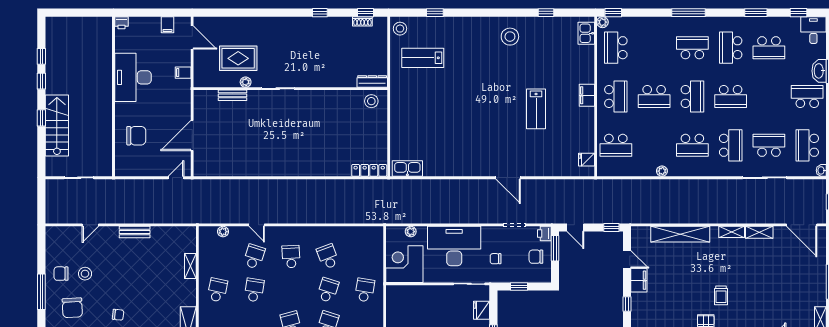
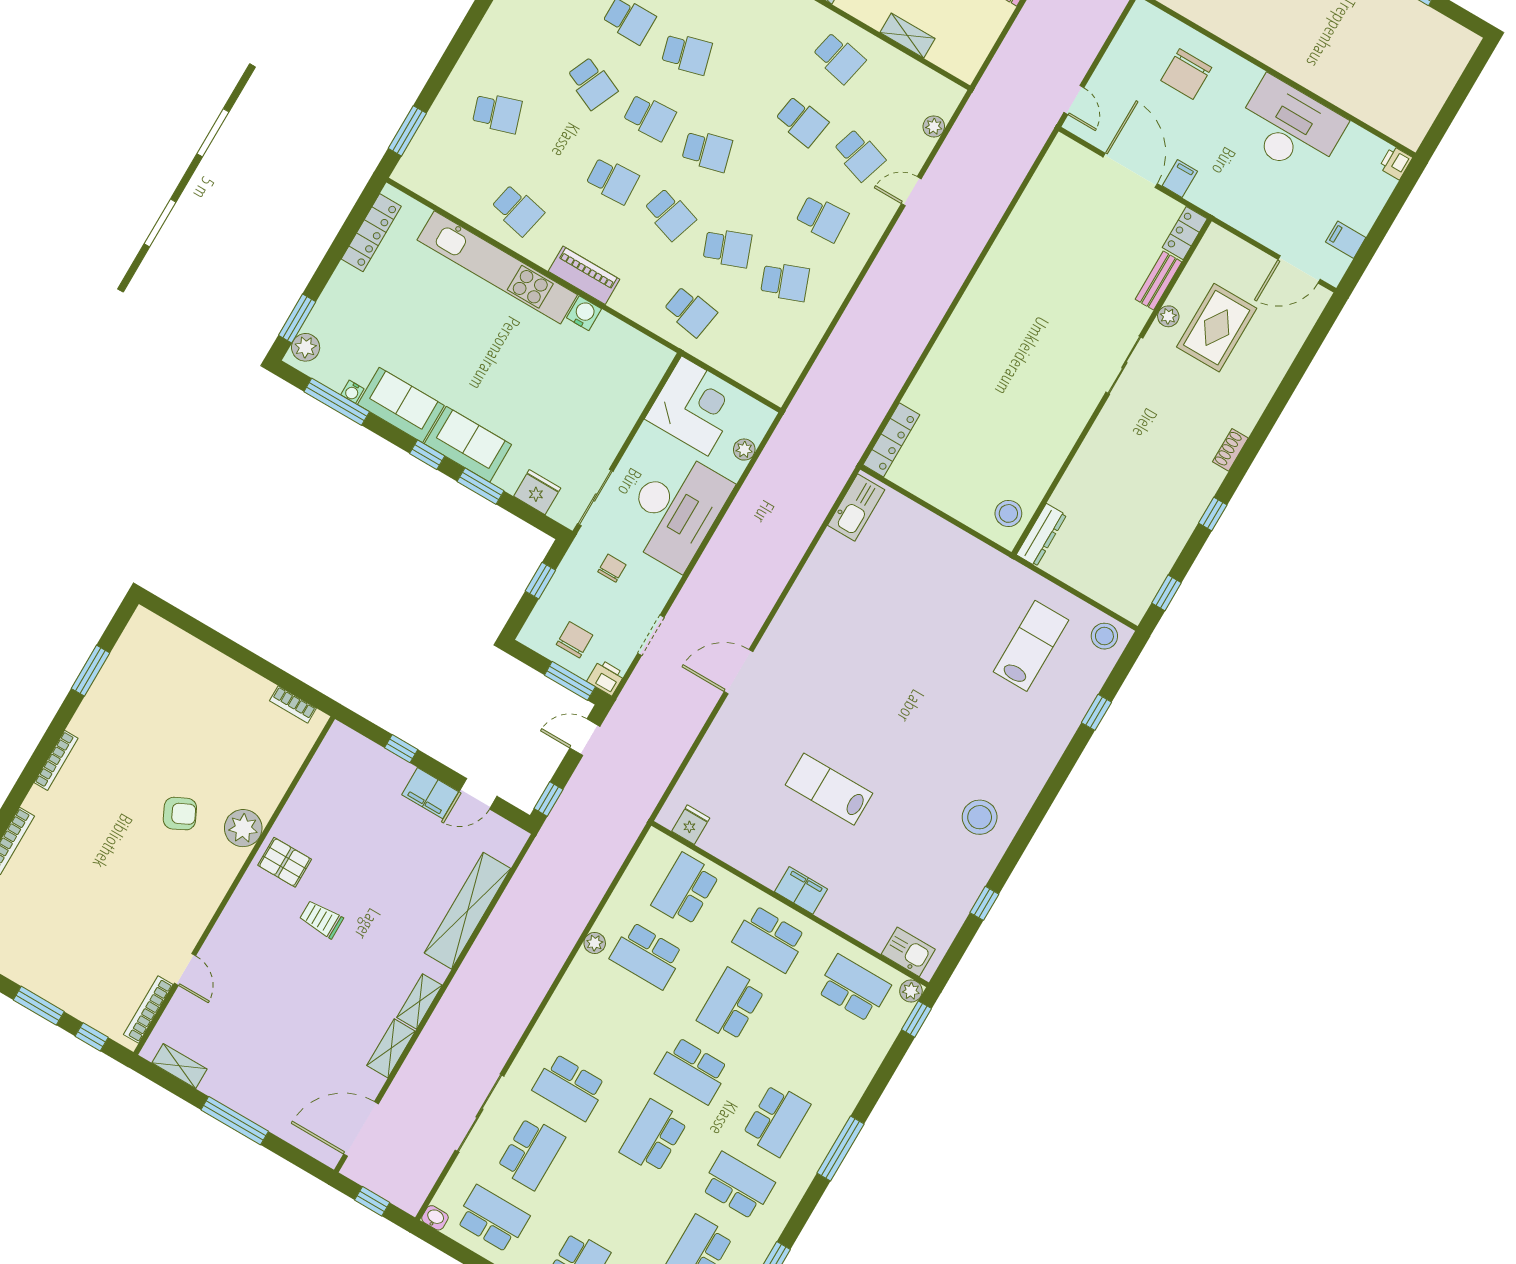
shoe rack: (362, 21) -> (1230, 450), moved
filing cabinet: (183, 73) -> (1180, 179), moved
locker: (205, 96) -> (1185, 233), added
school desk: (692, 145) -> (647, 955), moved, turned -90
school desk: (328, 290) -> (727, 248), turned -39

